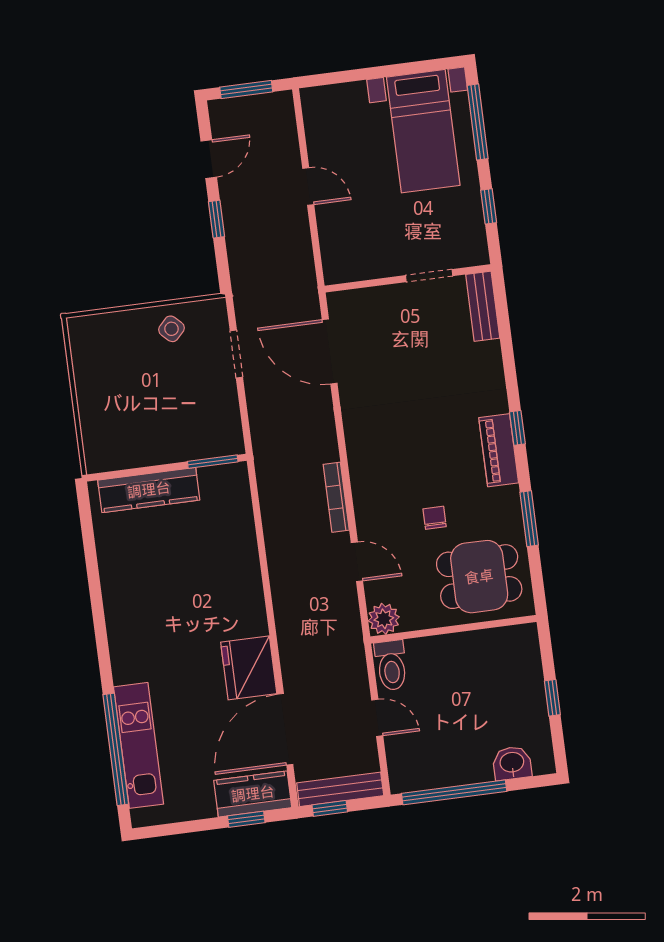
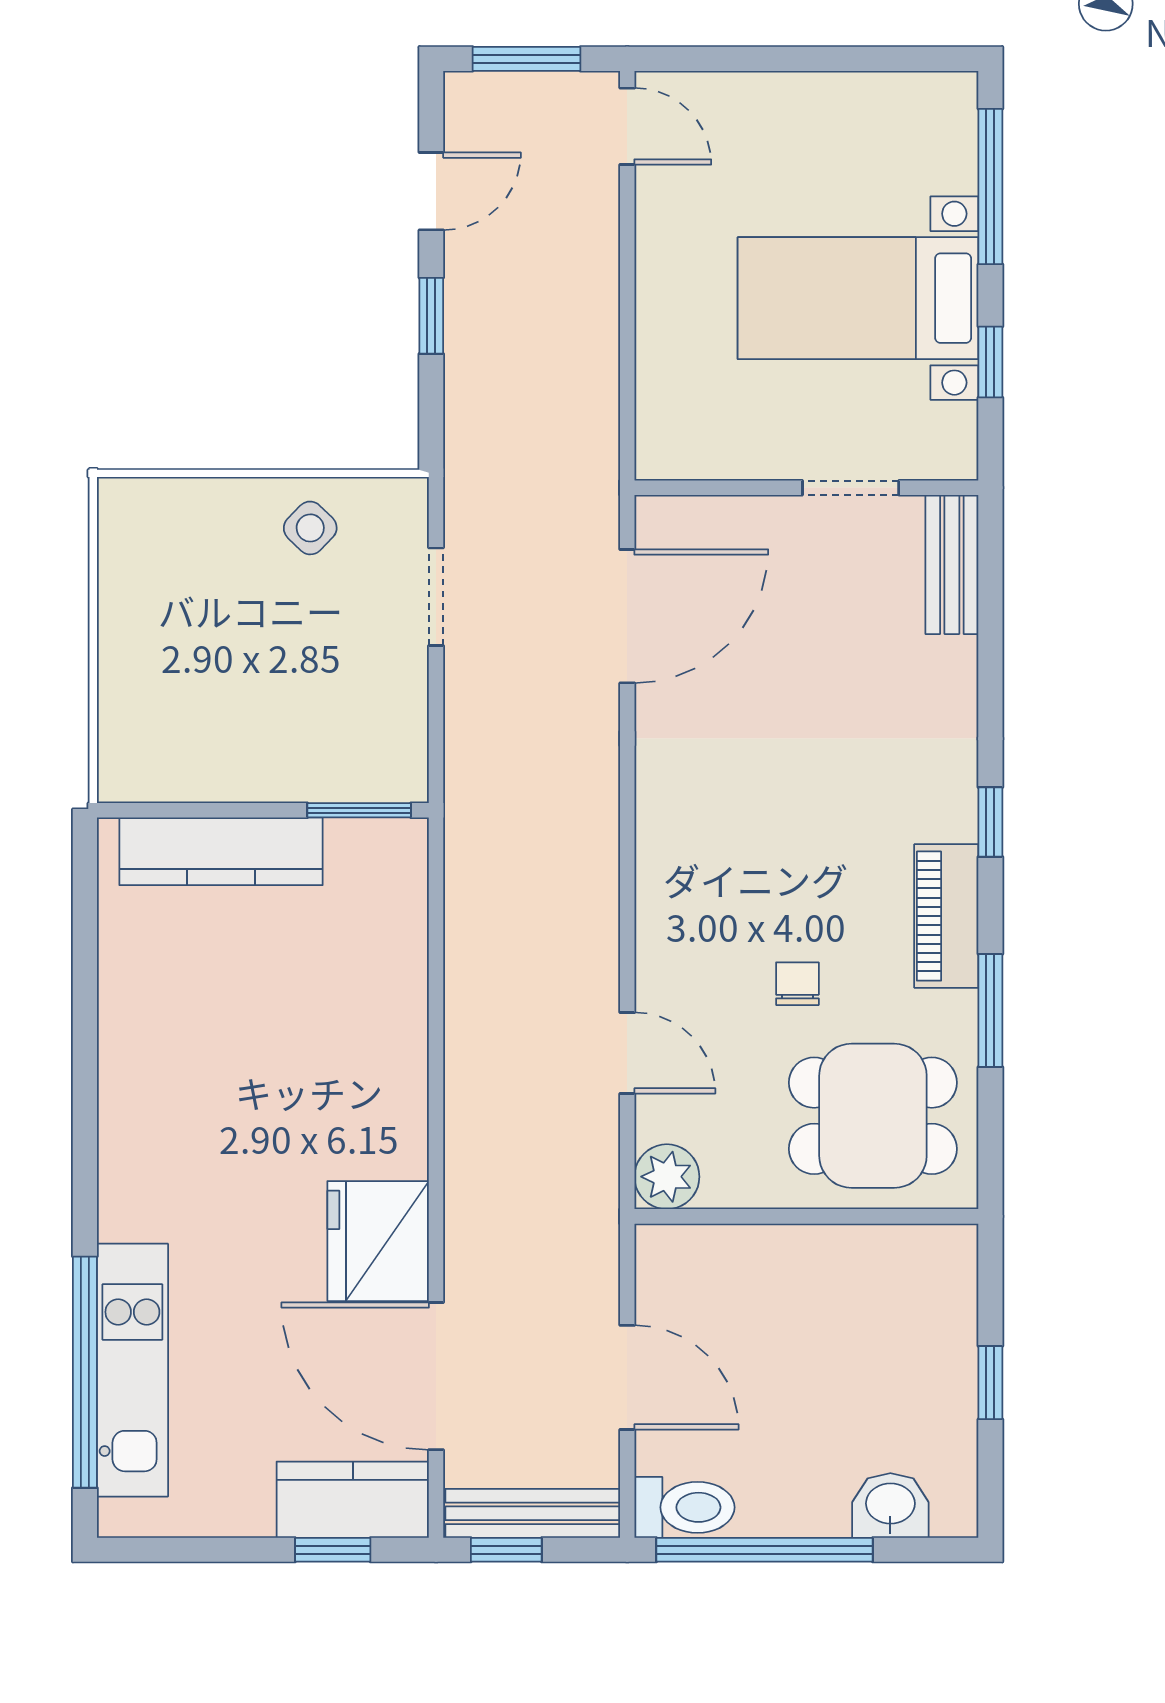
bed with nightstands: (423, 131) -> (858, 298), moved, turned 90
door: (308, 186) -> (627, 126), moved
door: (330, 351) -> (627, 616), swing flipped
piano: (499, 450) -> (946, 916), moved
bookcase: (336, 497) -> (602, 916), removed
toilet: (391, 665) -> (684, 1507), moved, turned -90
door: (377, 718) -> (627, 1377), width x1.38
door: (285, 729) -> (436, 1376), hinge flipped

